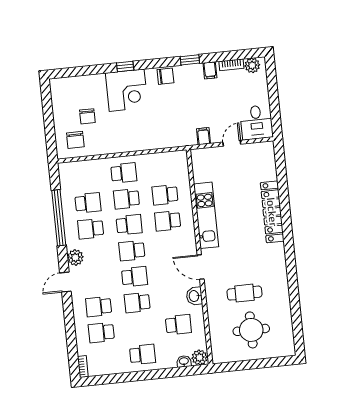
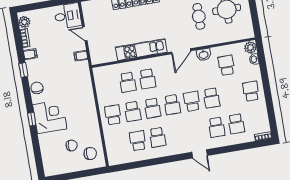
window: (59, 218) -> (151, 162), removed
school desk: (129, 225) -> (152, 108), turned 180
plant: (75, 257) -> (180, 148), removed

